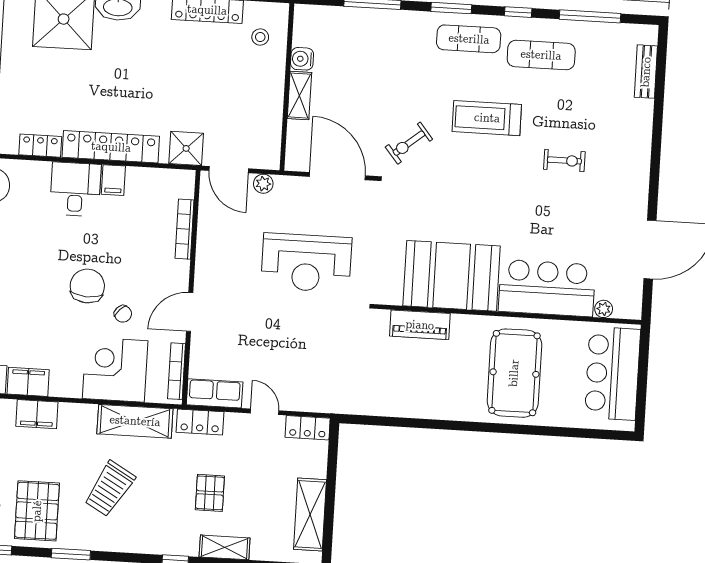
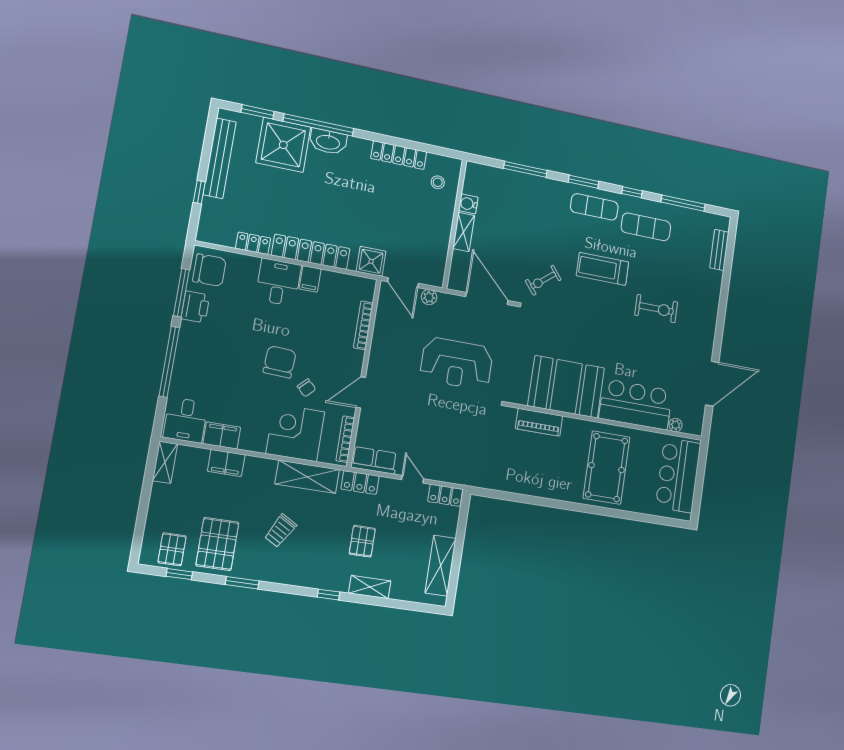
exercise bike: (564, 160) -> (656, 309), width x1.38, depth x1.39
trolley: (110, 489) -> (280, 531), width x0.73, depth x0.72

